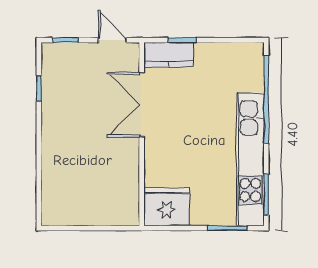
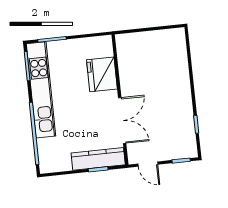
kitchen counter: (168, 55) -> (98, 159), width x1.50
fridge: (167, 207) -> (102, 74), moved, turned 90

